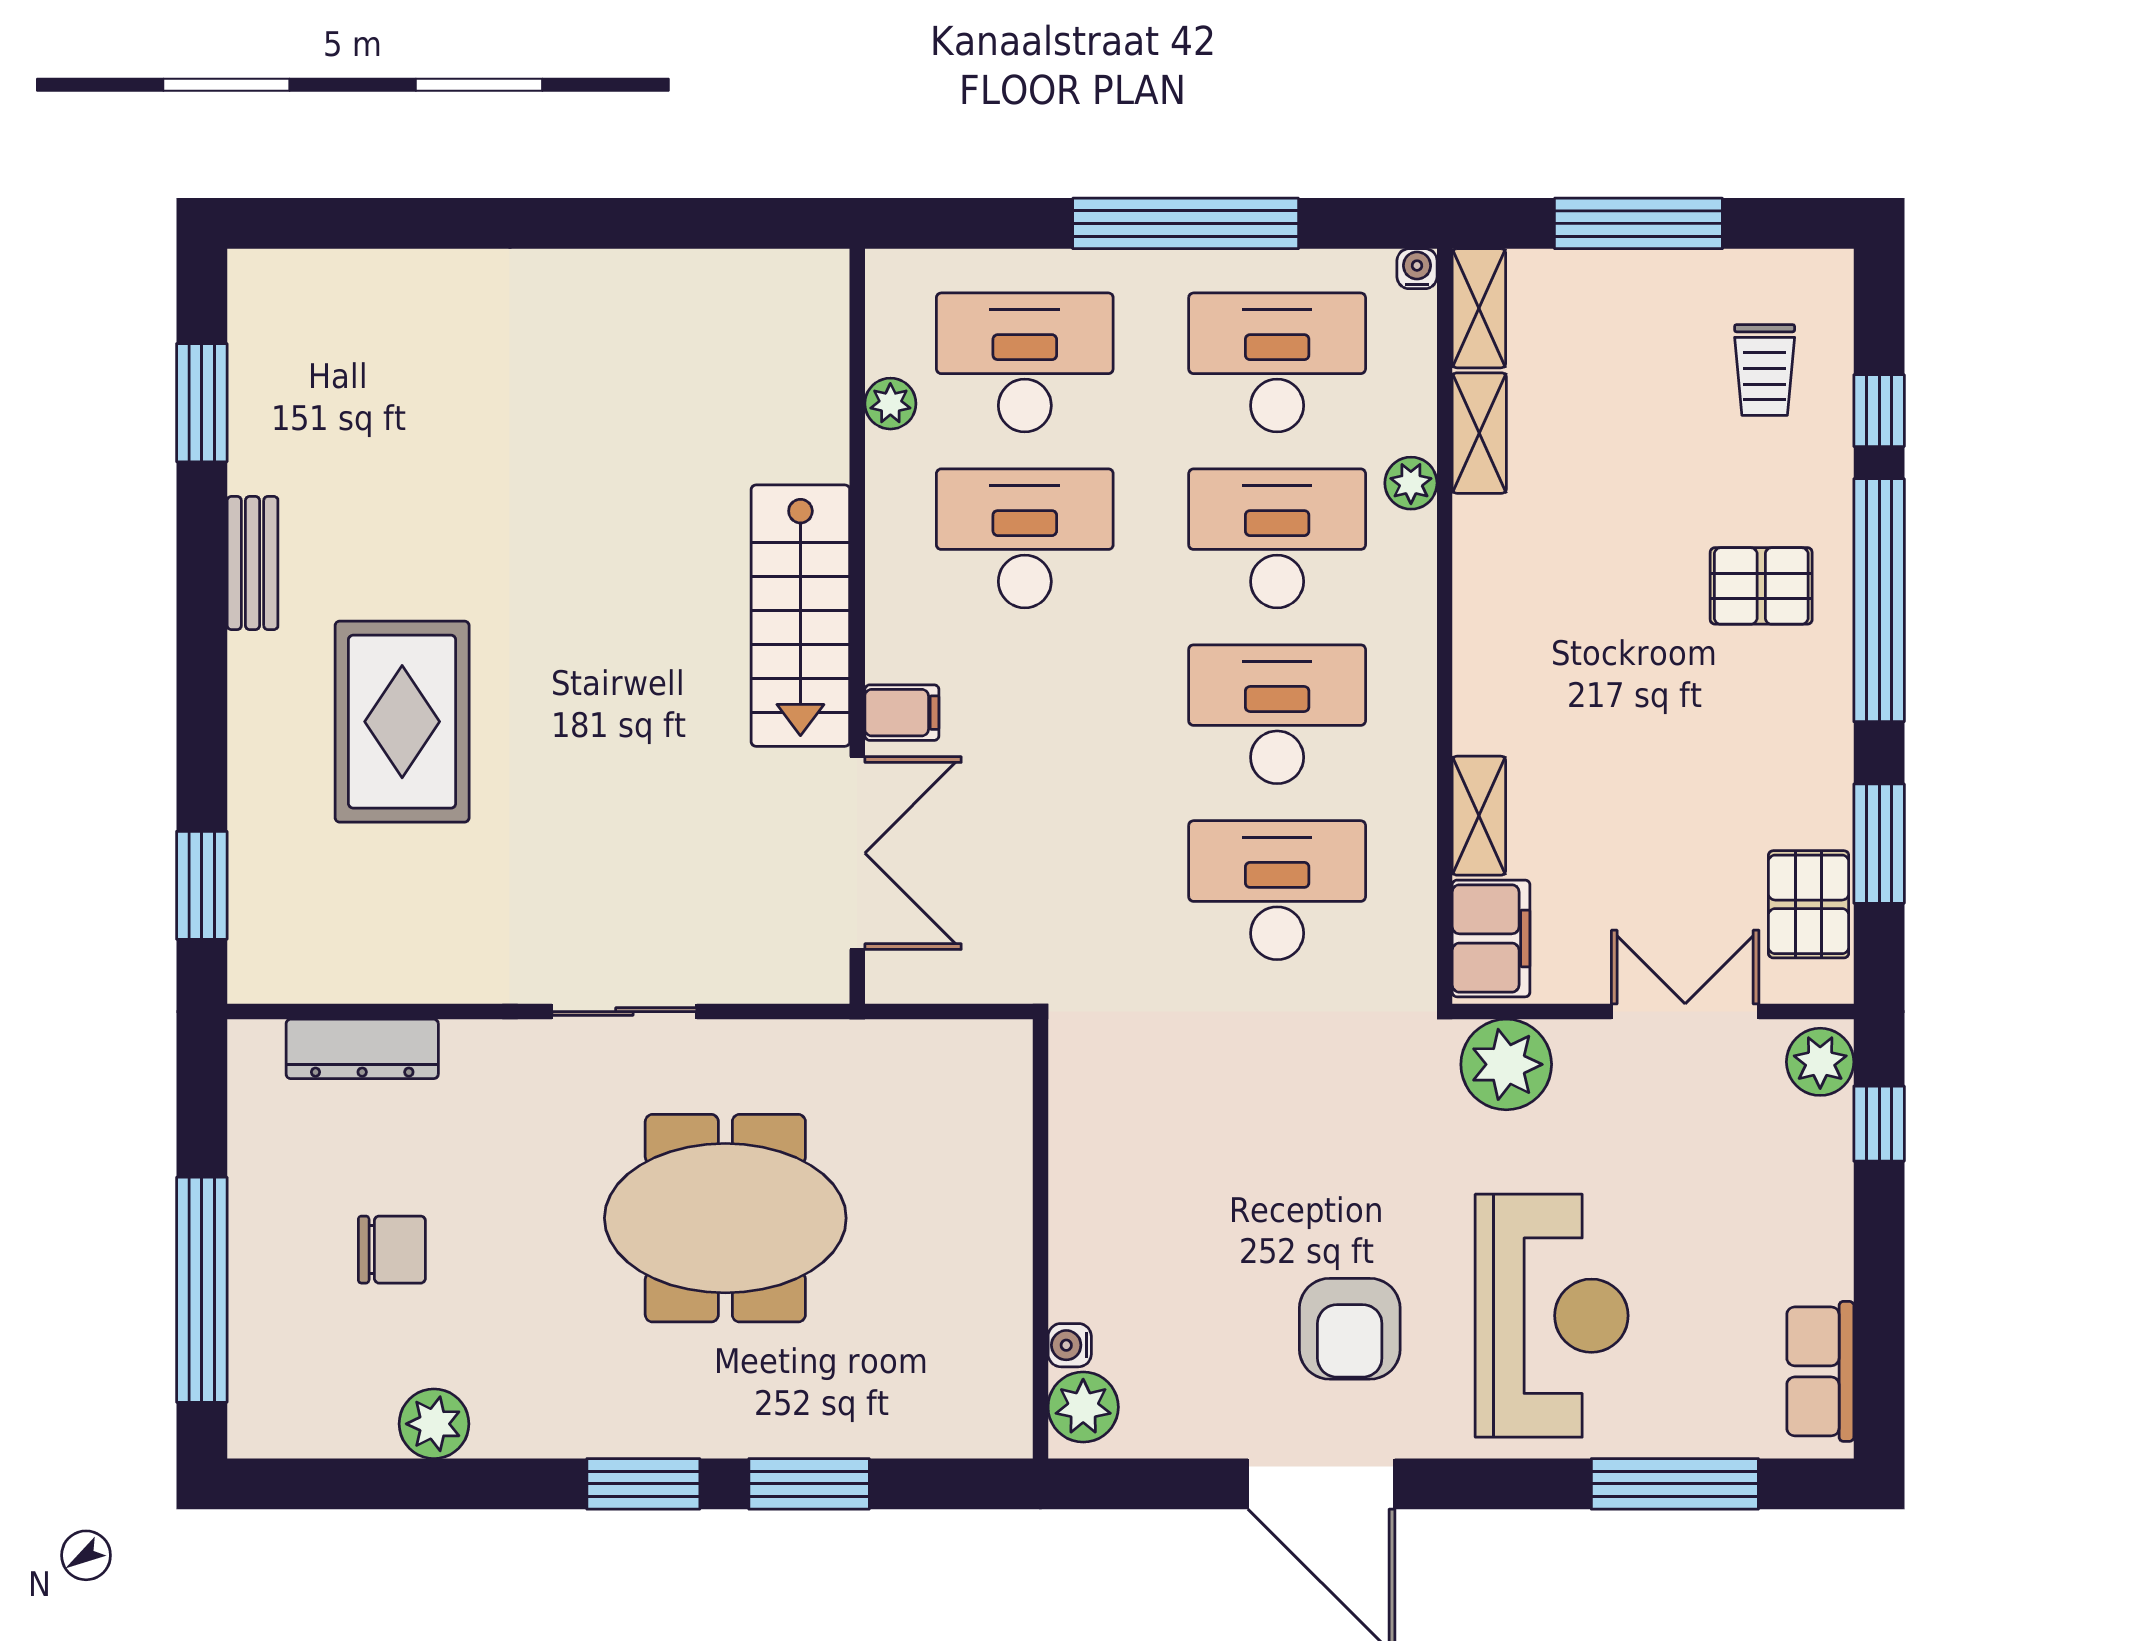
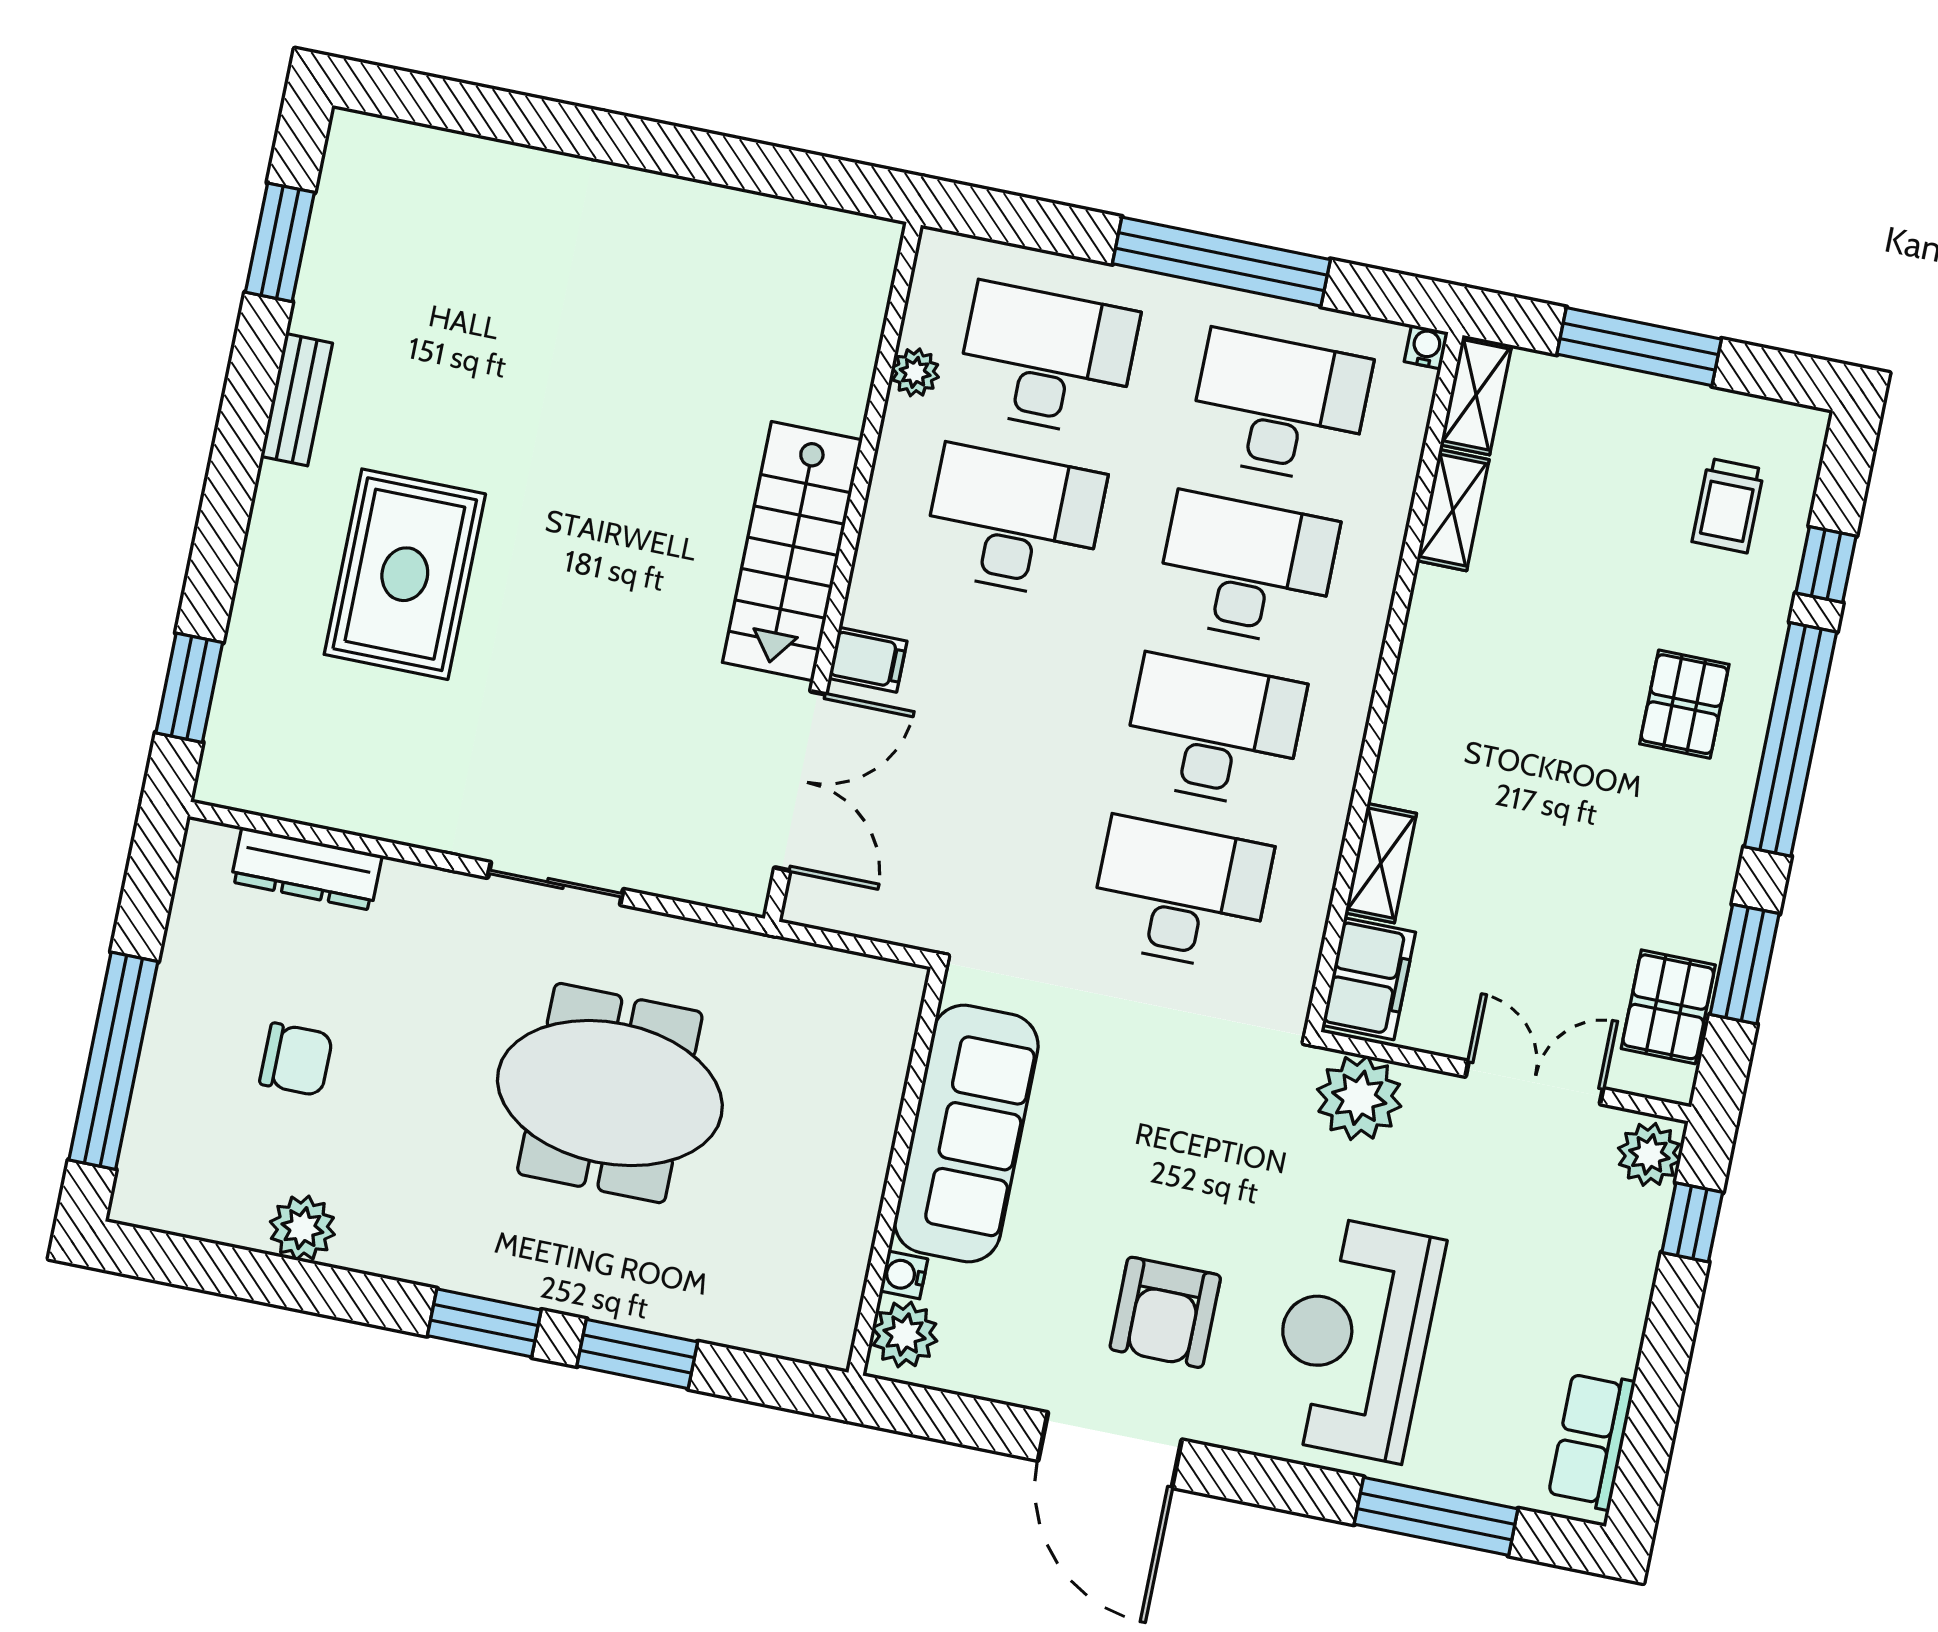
plant: (1411, 483) -> (1380, 544), removed
pallet: (1761, 586) -> (1684, 704), turned 90
sofa: (1105, 1185) -> (966, 1133), added
reception desk: (1552, 1316) -> (1354, 1338), turned 180

